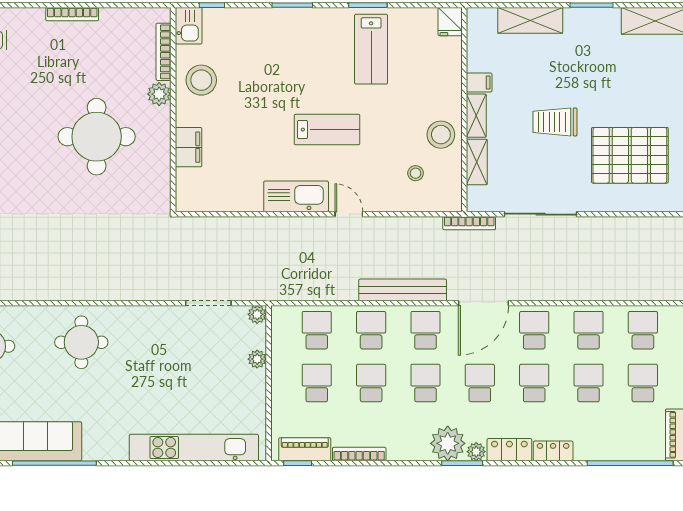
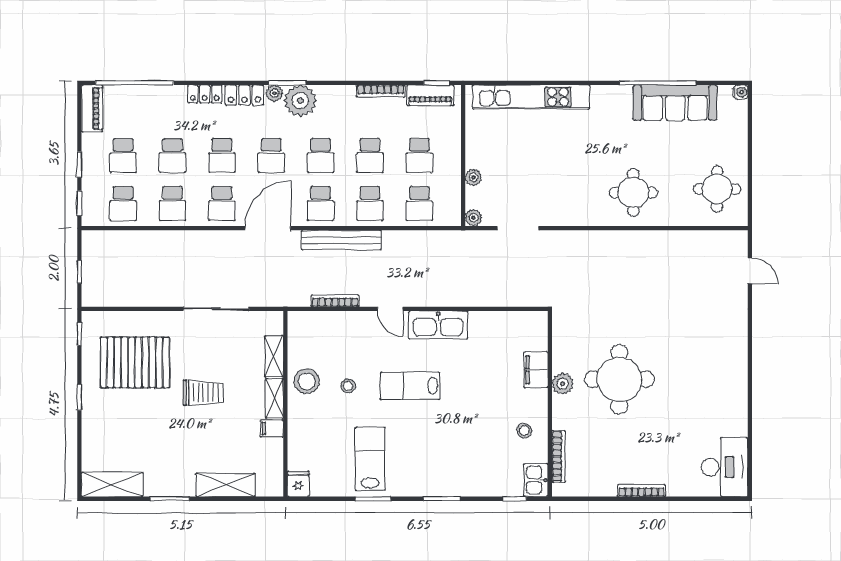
stool: (201, 80) -> (524, 431), width x0.53, depth x0.53
plant: (159, 94) -> (563, 384), moved
stool: (416, 173) -> (348, 386), moved
bookcase: (469, 223) -> (335, 301), moved

